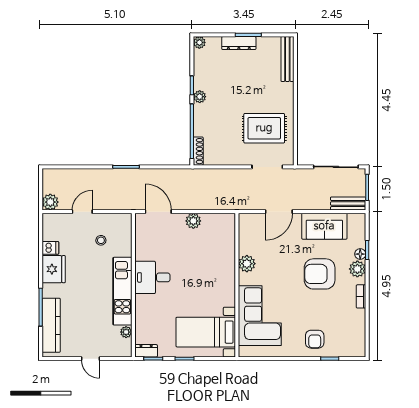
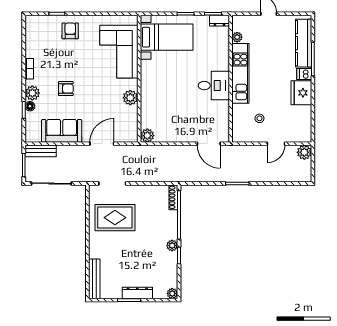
plant: (193, 221) -> (147, 136), moved
dishwasher: (50, 248) -> (304, 74), moved
armchair: (320, 274) -> (66, 89), width x0.53, depth x0.53

